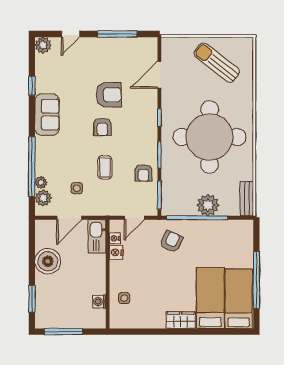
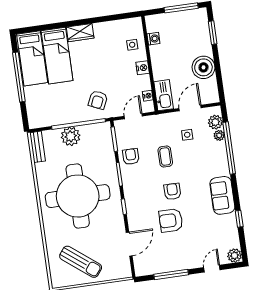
nightstand: (116, 252) -> (143, 68), moved

